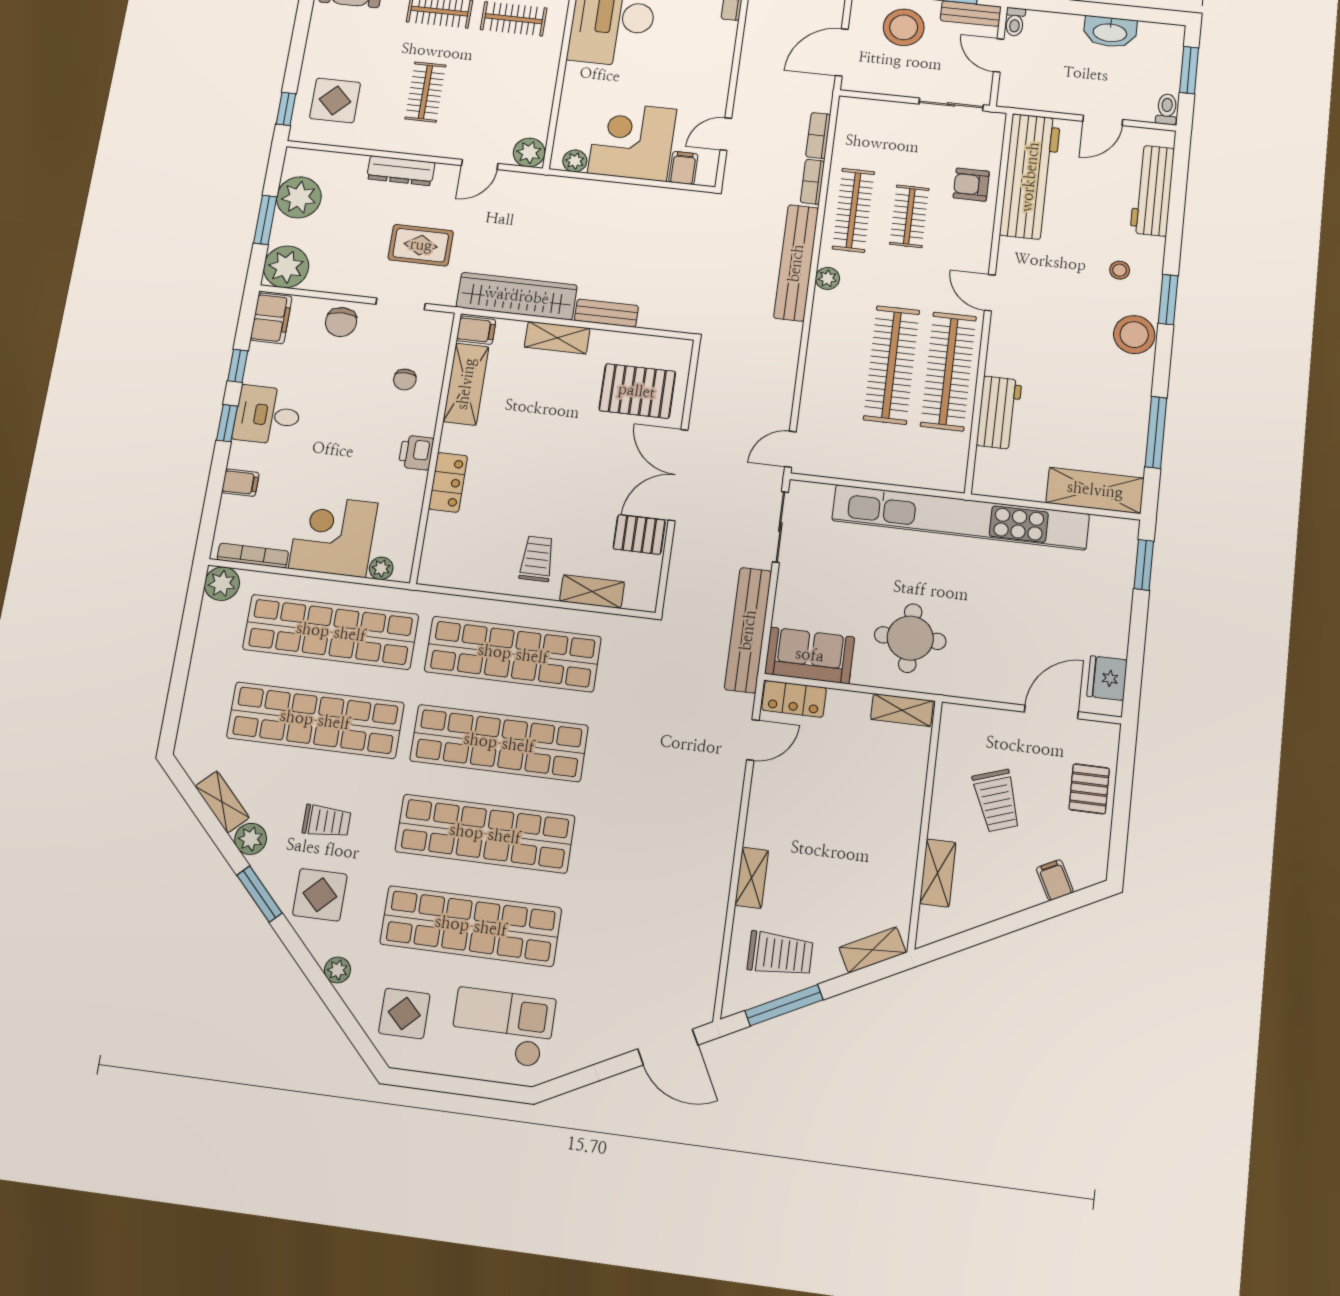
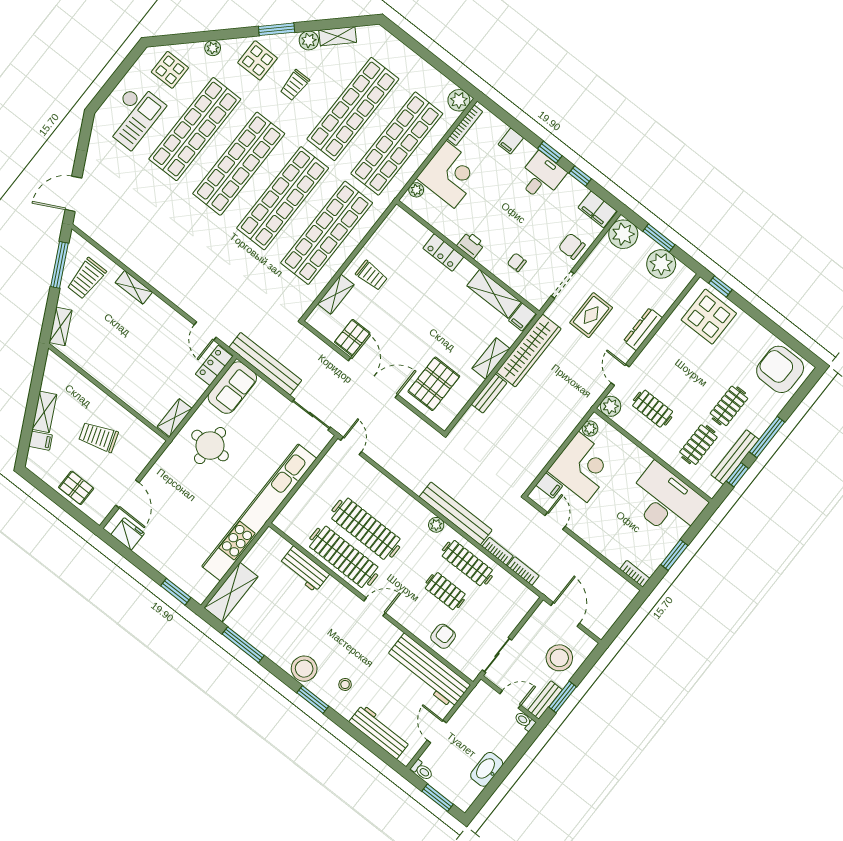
clothes rail: (425, 92) -> (653, 409), moved
display table: (335, 100) -> (709, 317), width x1.36, depth x1.36
shelving: (938, 873) -> (44, 412), moved, turned 63

